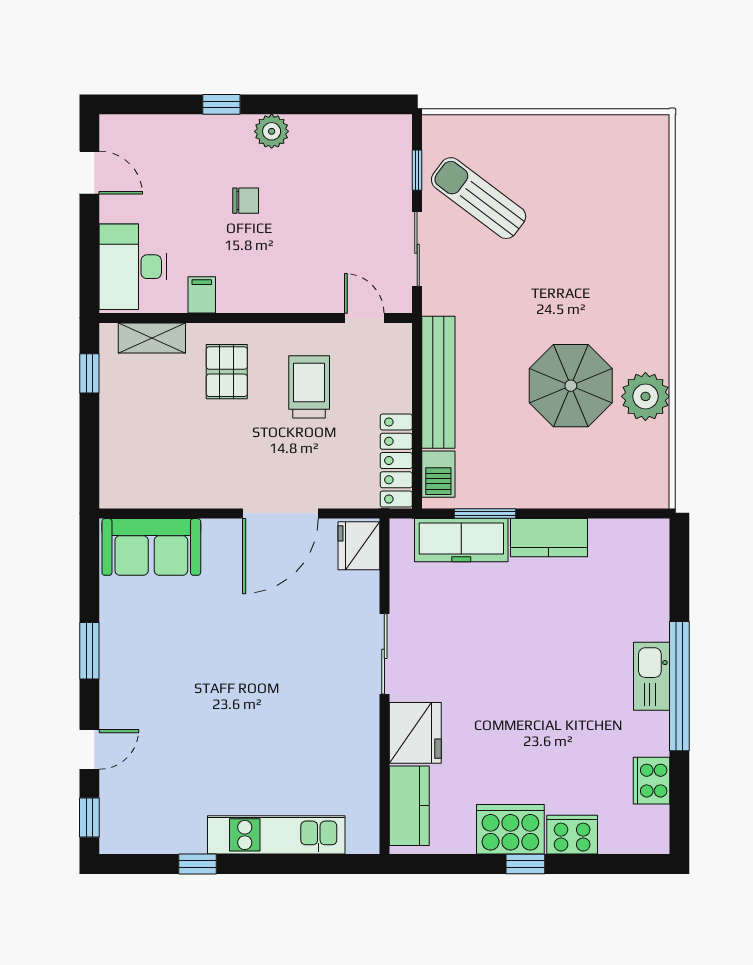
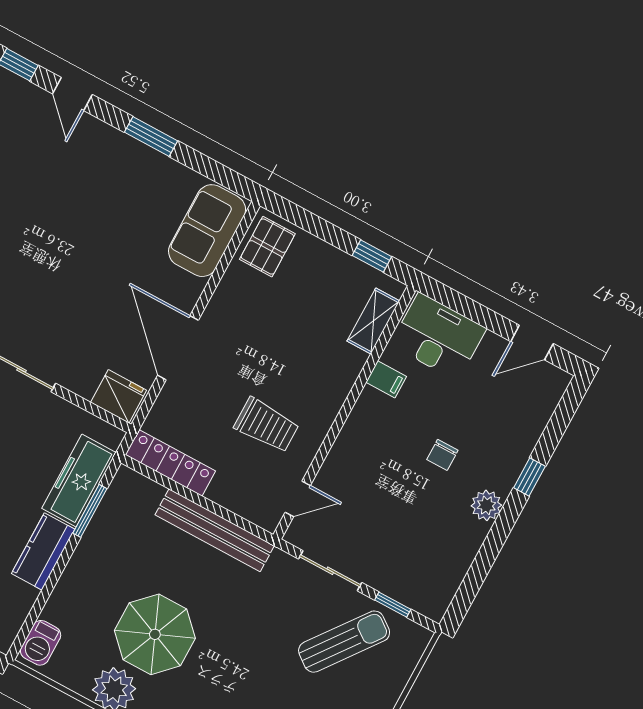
pallet: (227, 372) -> (267, 247), moved, turned 90
barbecue: (438, 474) -> (41, 643), moved, turned -90

